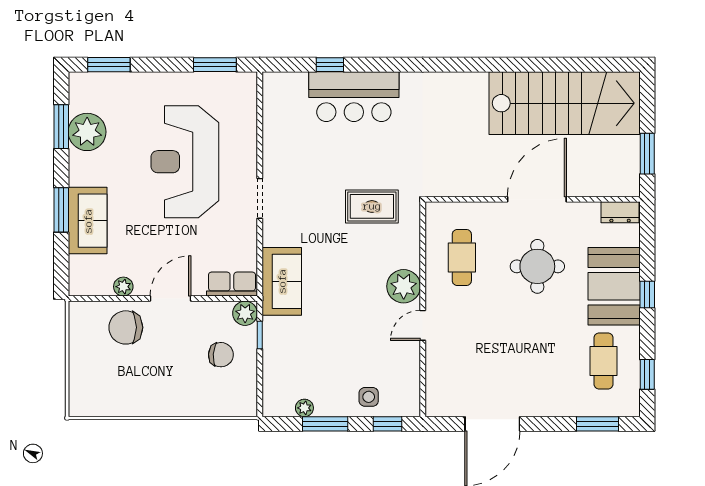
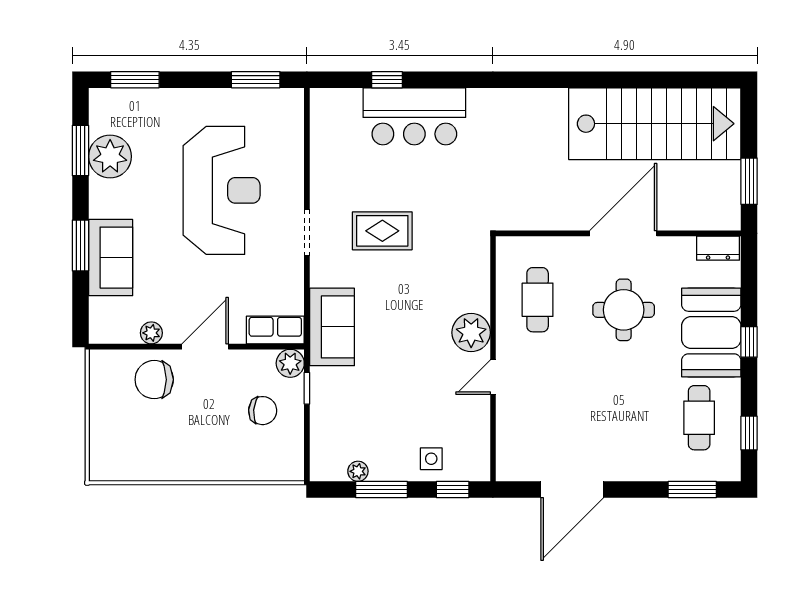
reception desk: (185, 162) -> (222, 190), turned 180
rug: (372, 206) -> (382, 231), moved

